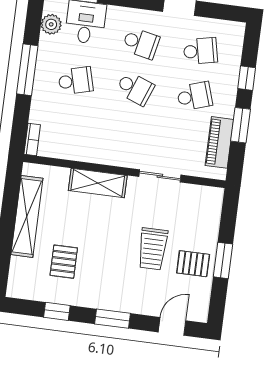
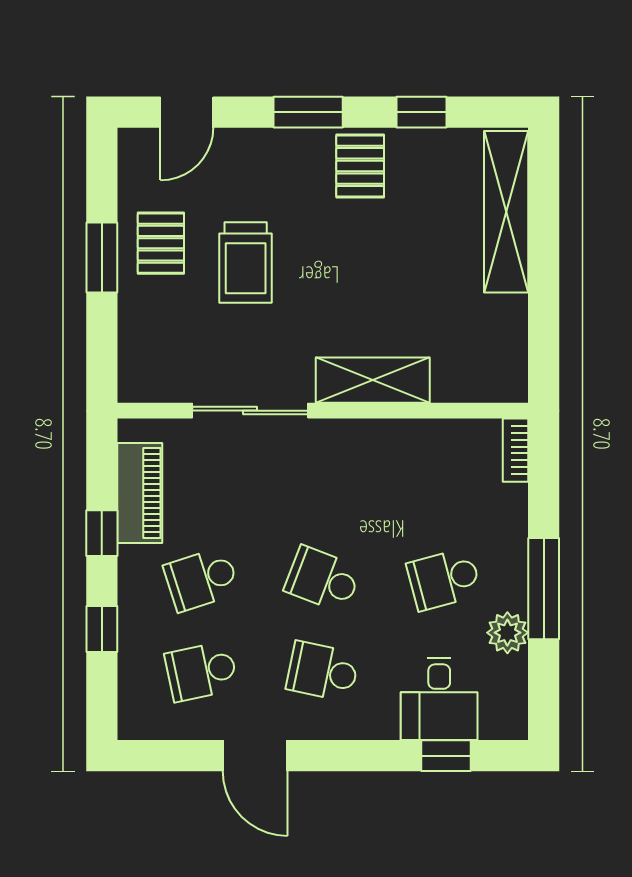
plant: (51, 24) -> (507, 633), moved
window: (241, 125) -> (102, 533), width x0.67
sliding door: (160, 176) -> (250, 411), width x1.37
shelving: (27, 216) -> (506, 212), moved
trolley: (153, 249) -> (246, 263), turned 180
pallet: (64, 262) -> (360, 166), moved
pallet: (193, 264) -> (161, 243), turned 90

